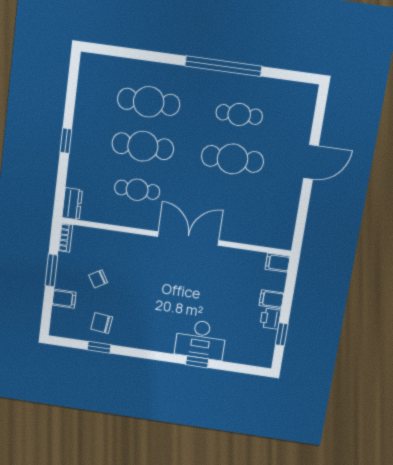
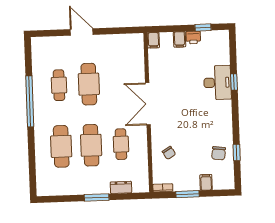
window: (66, 141) -> (97, 197), width x1.50
dresser: (72, 204) -> (121, 187), moved
chair: (98, 279) -> (169, 153), moved

